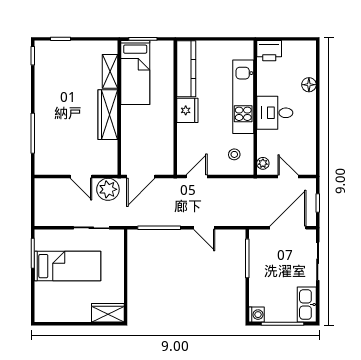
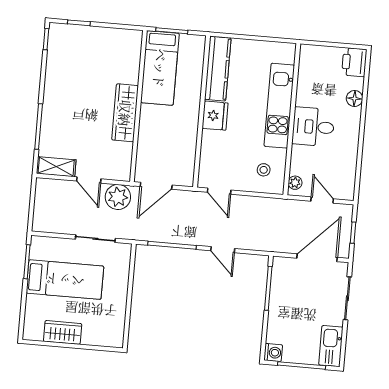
printer: (269, 51) -> (354, 62), moved, turned 90
shelving: (110, 71) -> (56, 167), moved, turned 90
door: (197, 177) -> (219, 191), swing flipped
wardrobe: (108, 313) -> (63, 332), moved

